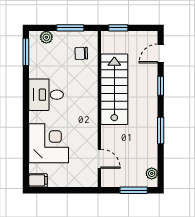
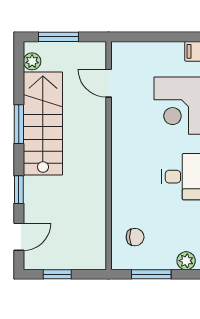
window: (118, 28) -> (57, 274), moved
stairs: (114, 89) -> (43, 124), moved, turned 180

